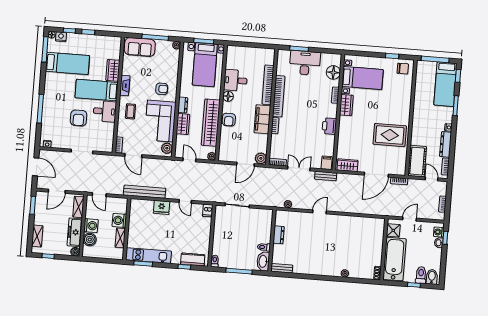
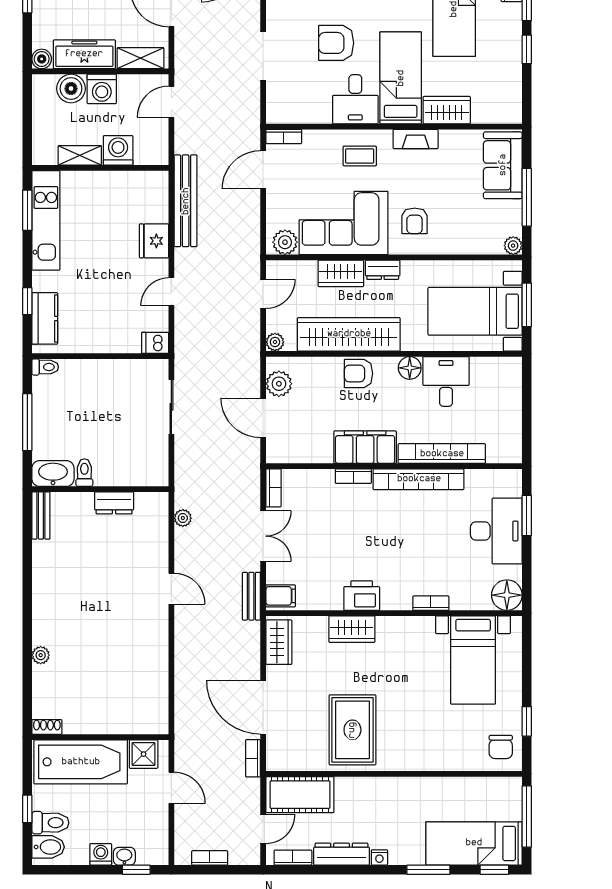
floor lamp: (333, 72) -> (507, 595), moved
wardrobe: (346, 105) -> (352, 629), moved
plant: (261, 158) -> (279, 384), moved
washing machine: (439, 232) -> (101, 854), moved

